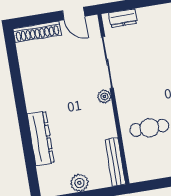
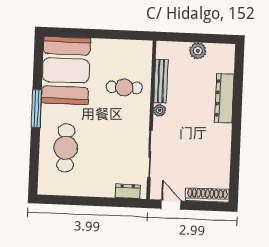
plant: (104, 96) -> (160, 110), moved
bench: (115, 162) -> (161, 81), moved

